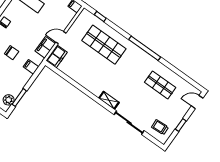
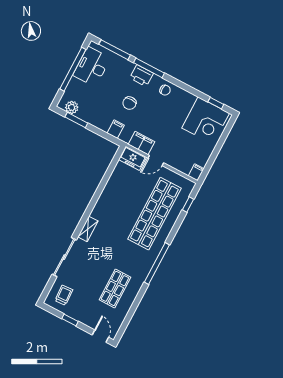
door: (61, 38) -> (156, 160), swing flipped
shop shelf: (104, 45) -> (154, 214), width x1.40

